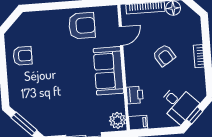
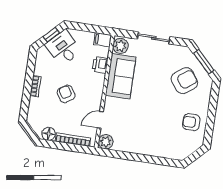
plant: (110, 14) -> (106, 142), added
armchair: (82, 26) -> (184, 81), moved, turned 144
sofa: (109, 71) -> (121, 76), moved

